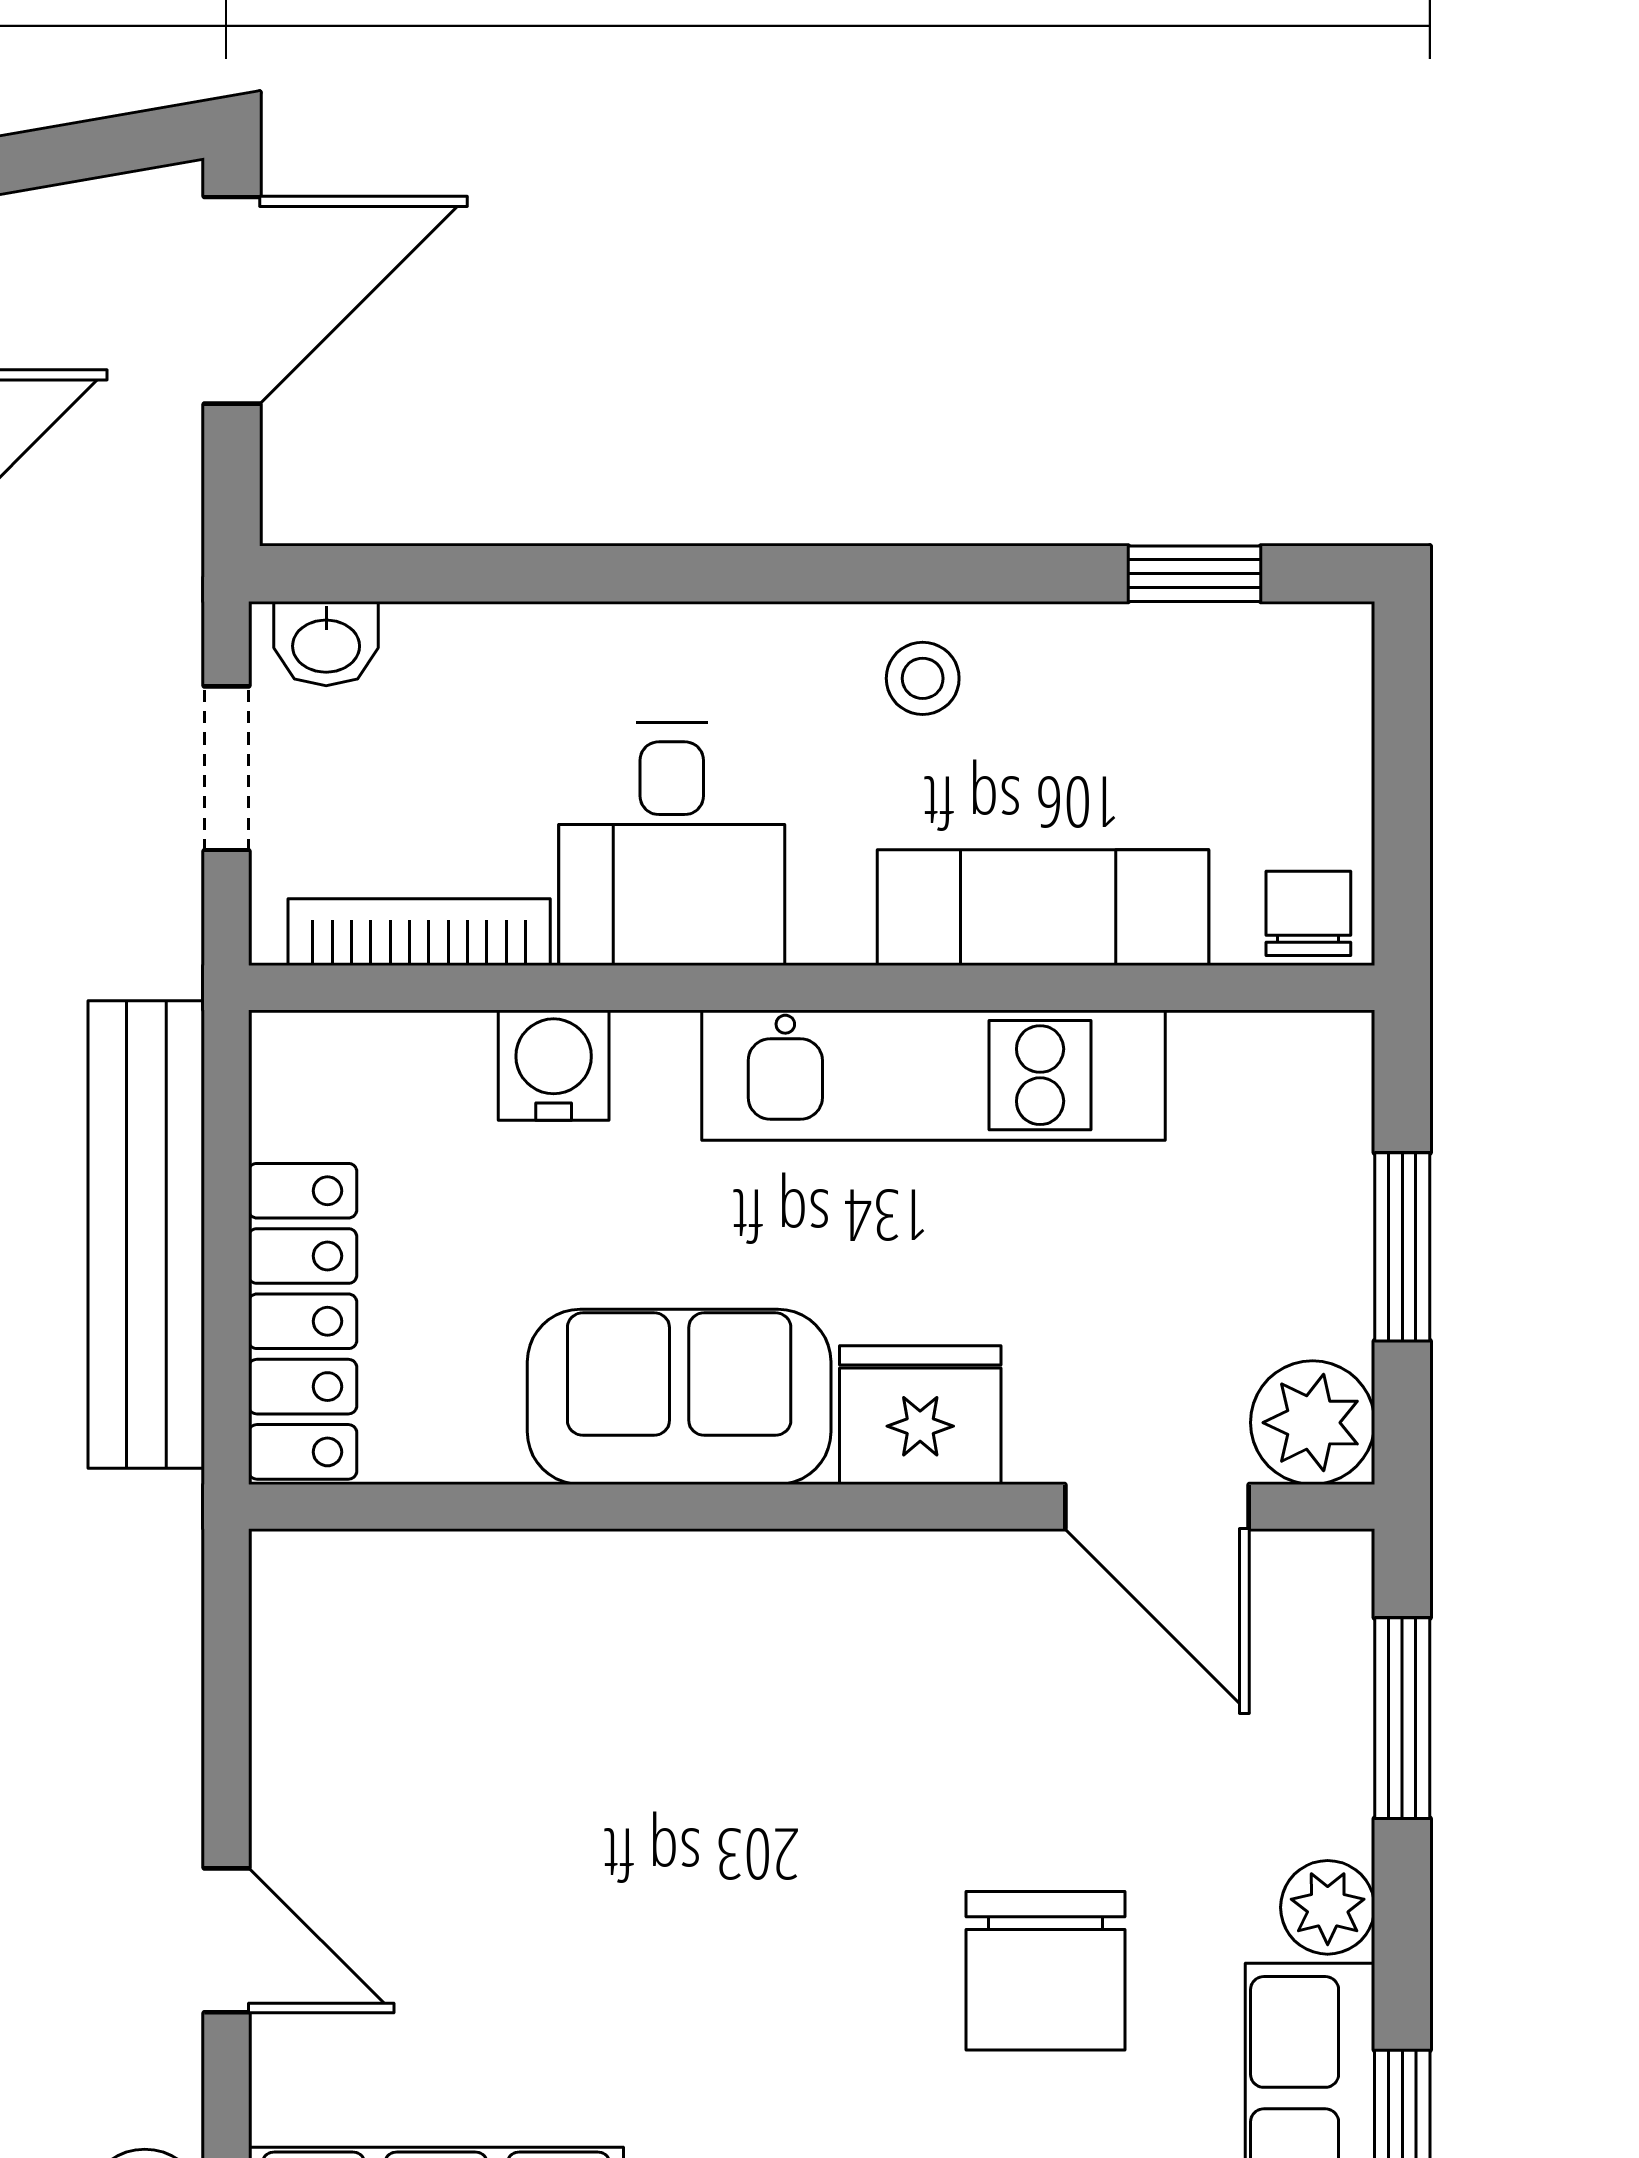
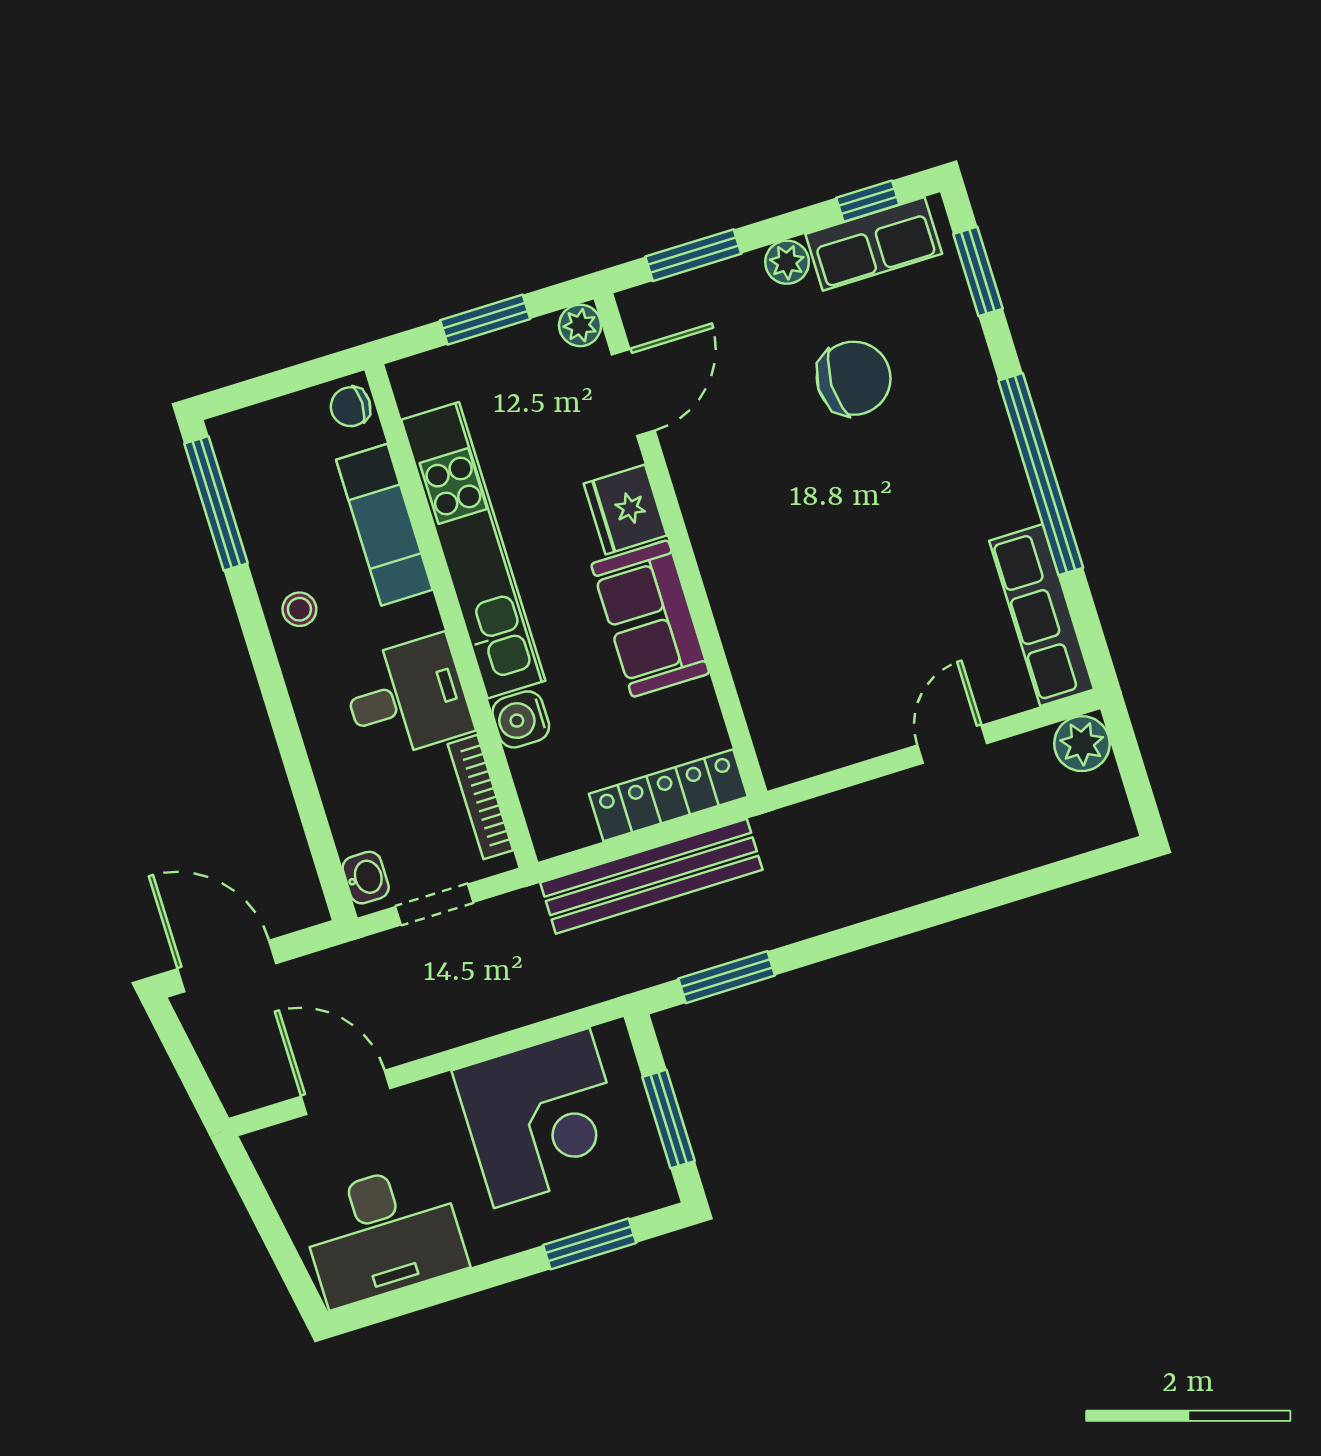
window: (1195, 574) -> (216, 503), width x2.17
kitchen unit: (934, 1075) -> (473, 550), width x1.36
plant: (1313, 1423) -> (580, 325), width x0.73, depth x0.73

